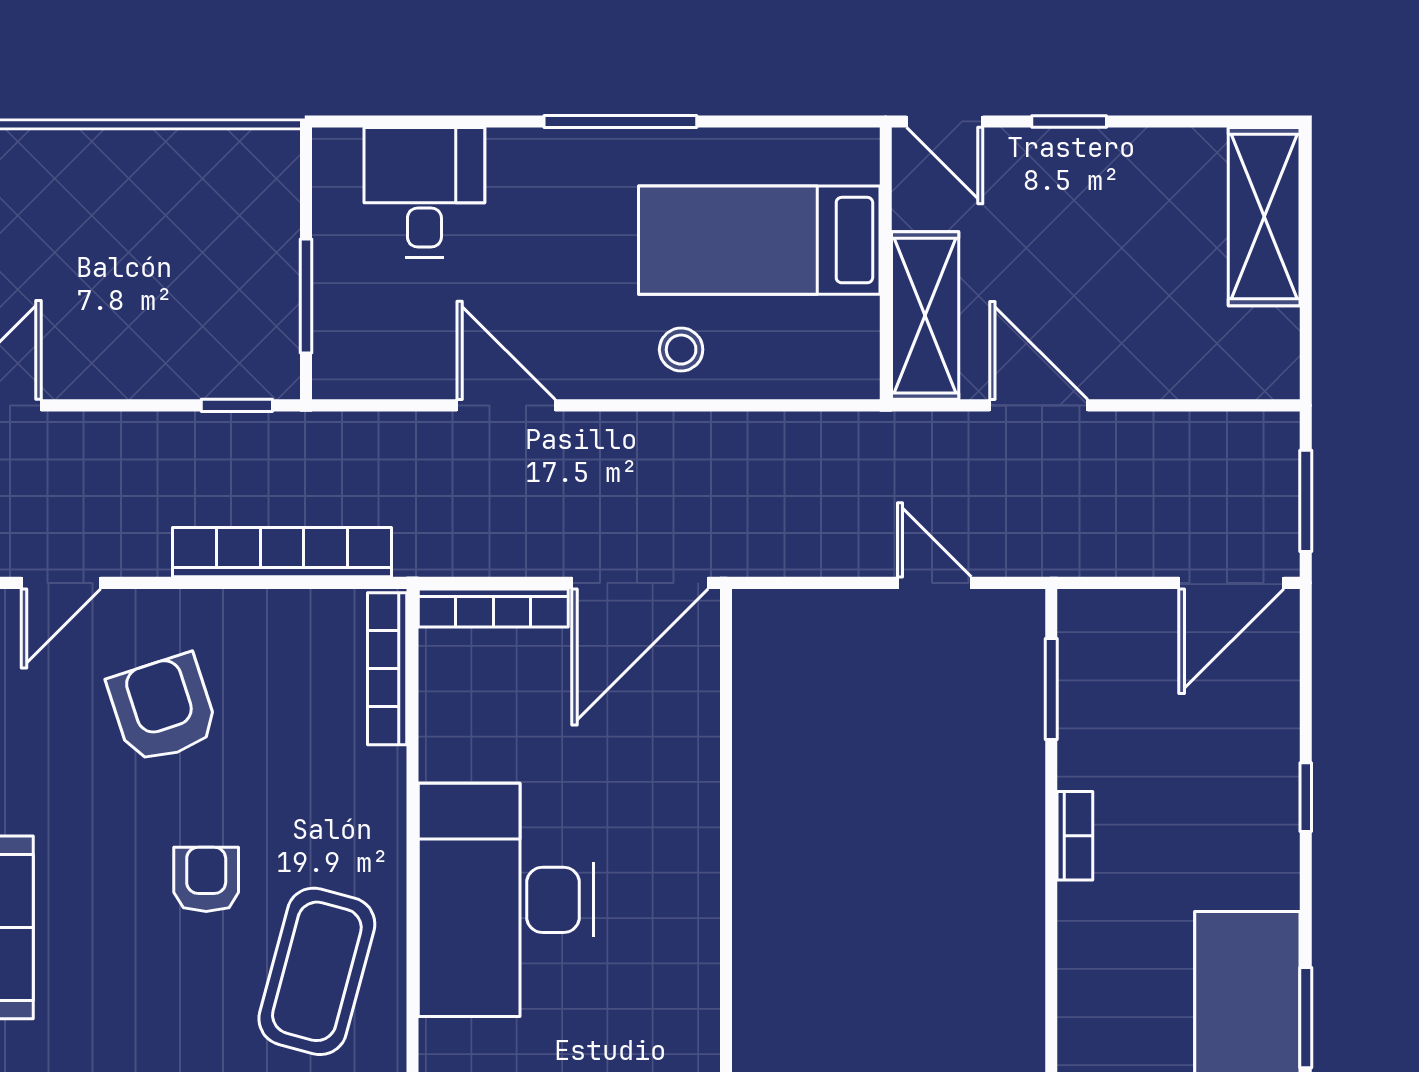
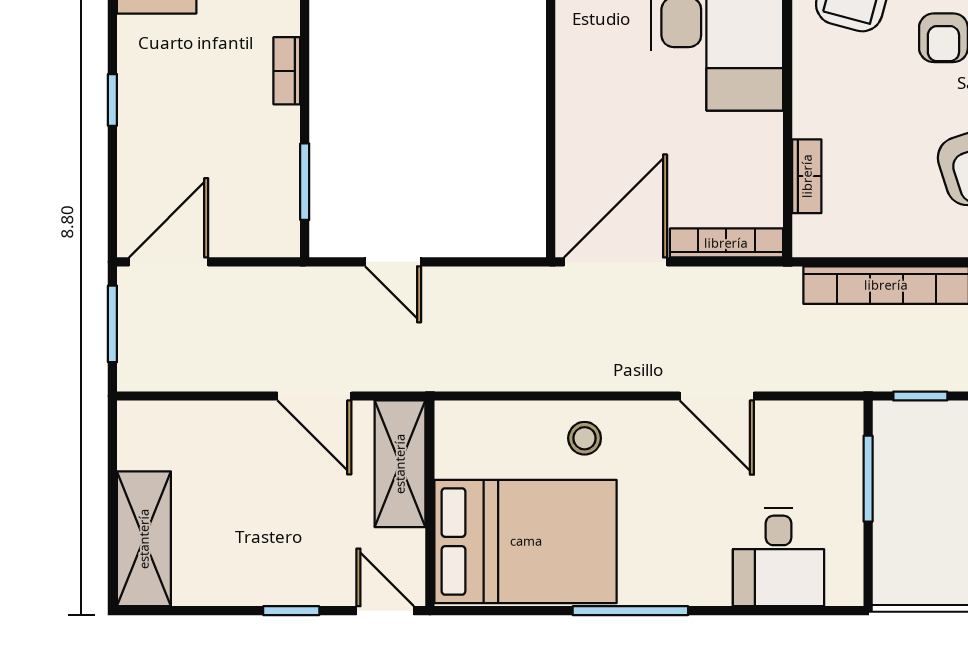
bed: (759, 240) -> (526, 541), width x1.50
bookcase: (387, 669) -> (807, 176), width x0.64

